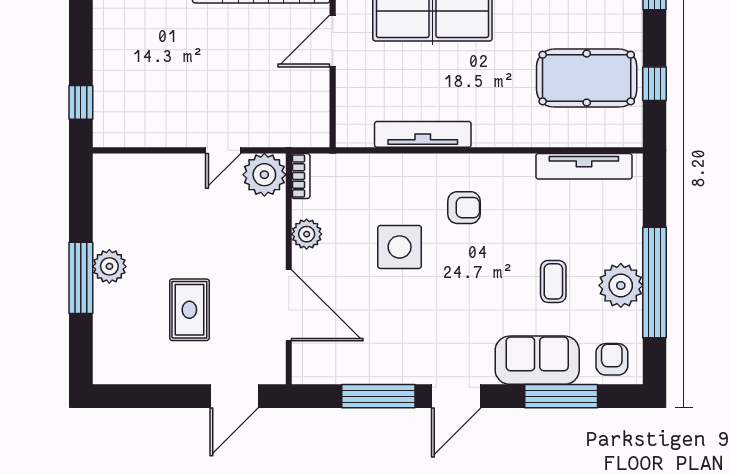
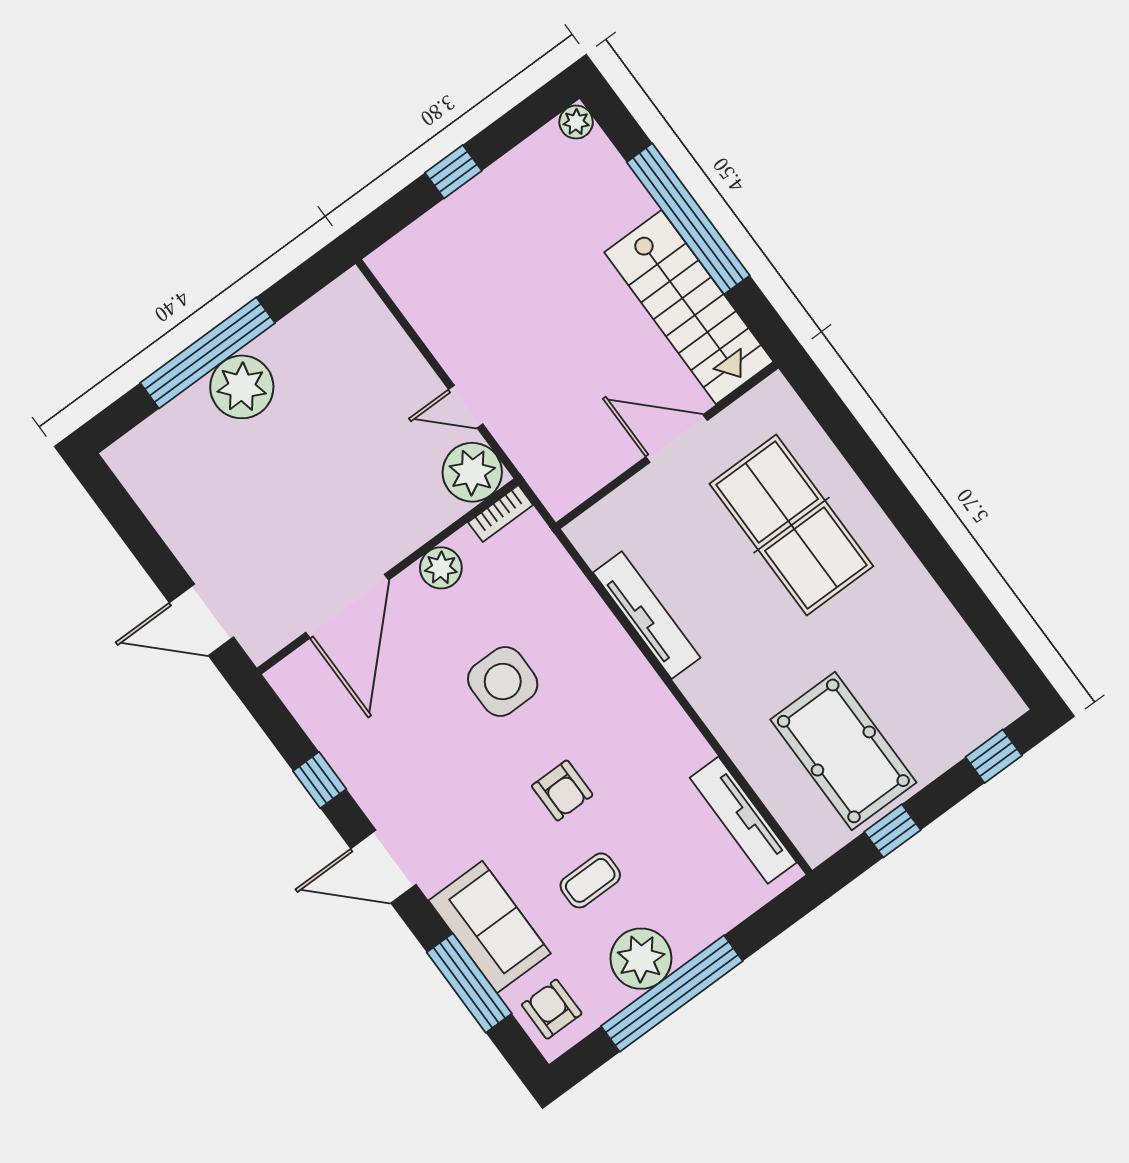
window: (81, 102) -> (453, 172), moved
armchair: (464, 208) -> (562, 790), moved
plant: (109, 266) -> (242, 387), width x1.36, depth x1.36
window: (81, 278) -> (208, 353), width x1.46
rug: (189, 310) -> (261, 500), removed
armchair: (612, 359) -> (552, 1009), turned -90
window: (378, 396) -> (320, 780), width x0.46

